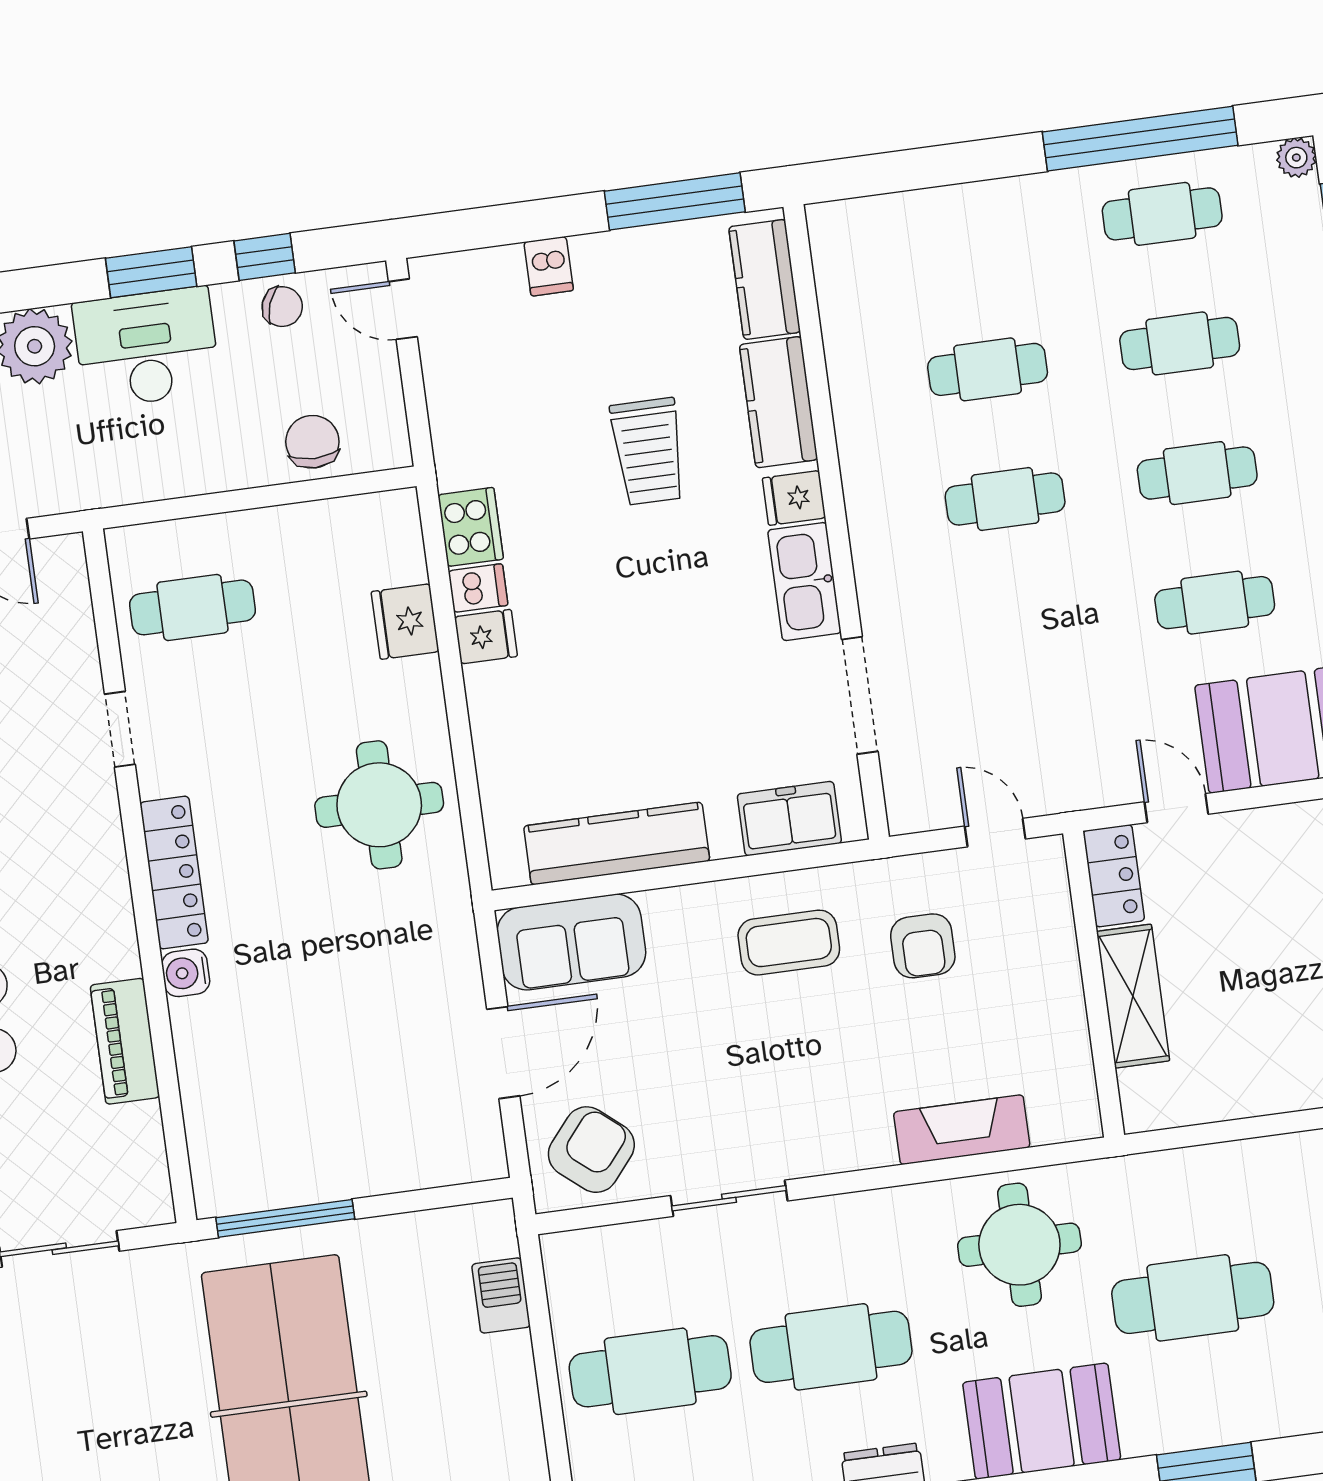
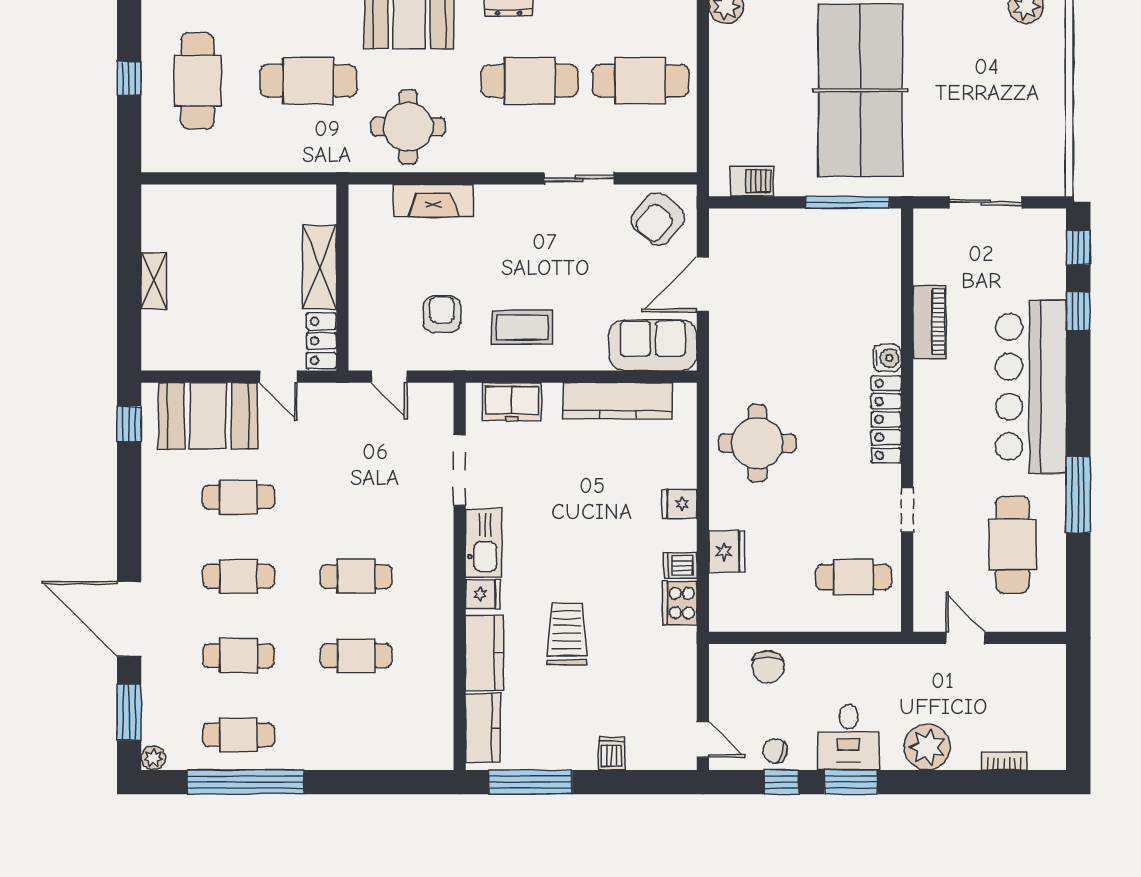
desk: (147, 348) -> (849, 737), width x0.73
fridge: (486, 637) -> (679, 504), moved
barbecue: (501, 1296) -> (752, 181), moved, turned -90

